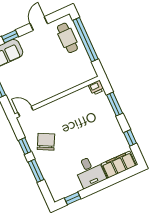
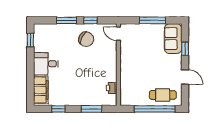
printer: (96, 88) -> (112, 88), moved
door: (26, 111) -> (118, 34), swing flipped

